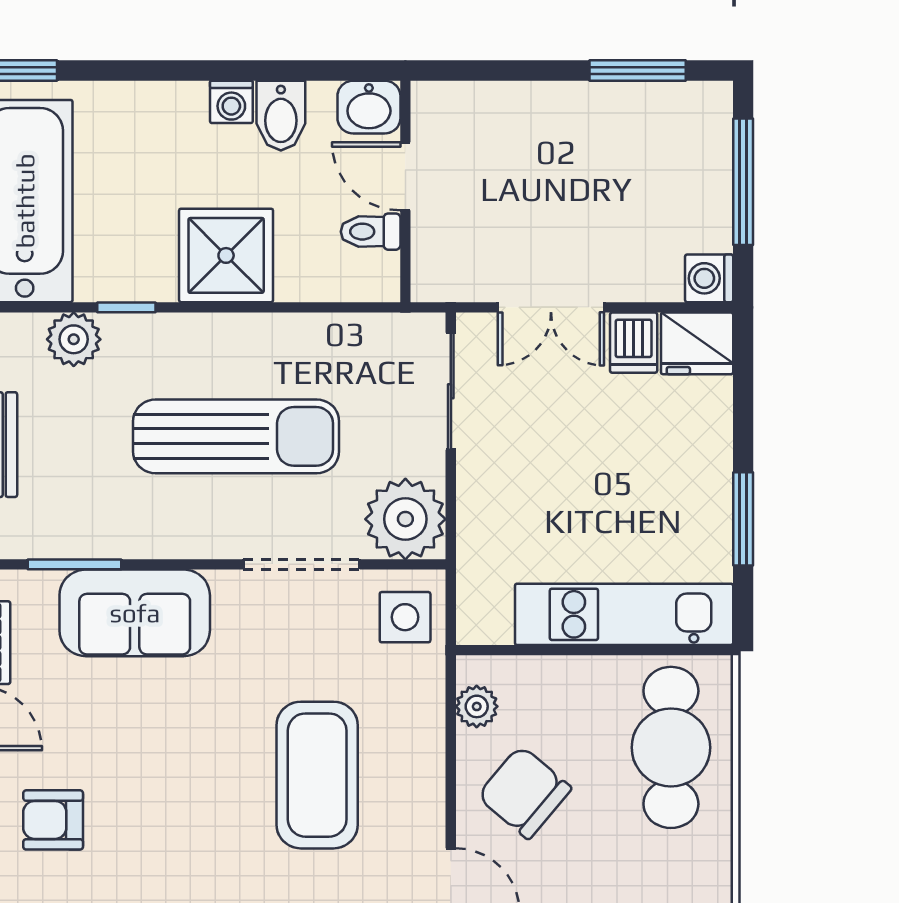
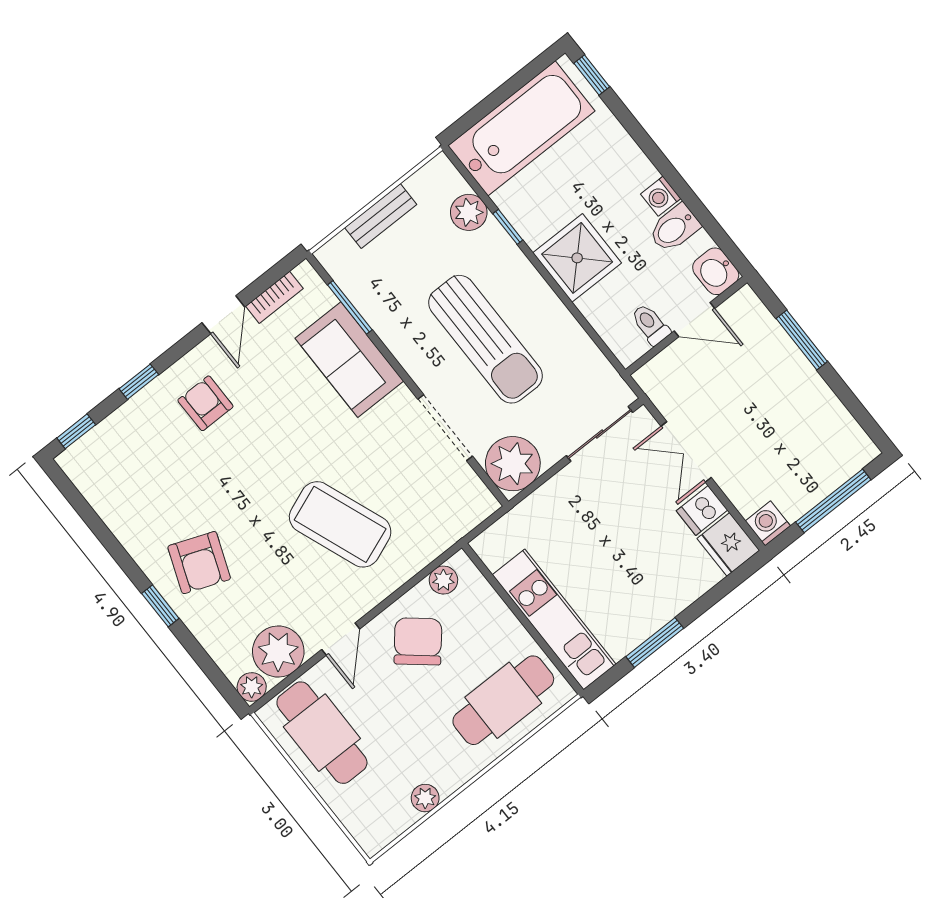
window: (638, 70) -> (802, 340), moved
door: (405, 176) -> (694, 320), swing flipped
side table: (405, 617) -> (461, 505), removed
coffee table: (317, 775) -> (340, 524), turned 69

